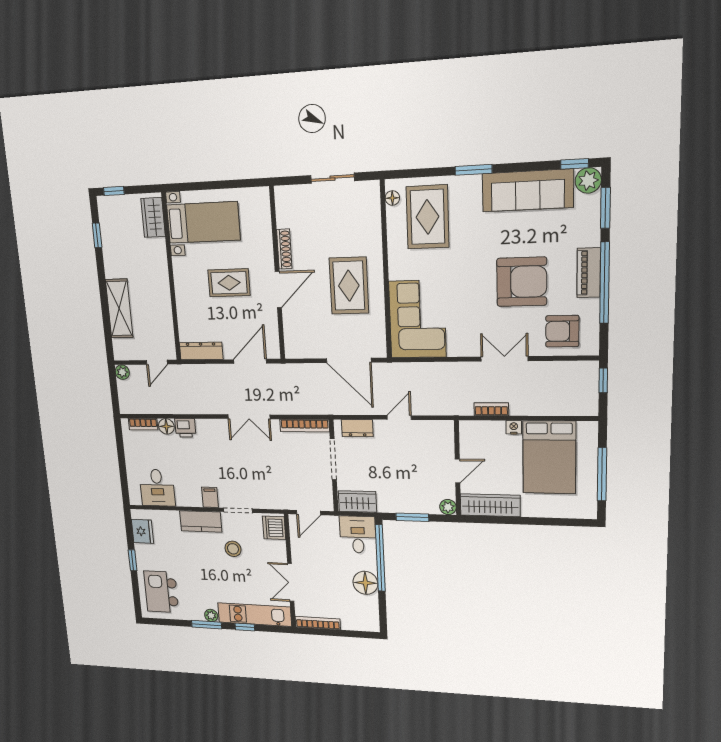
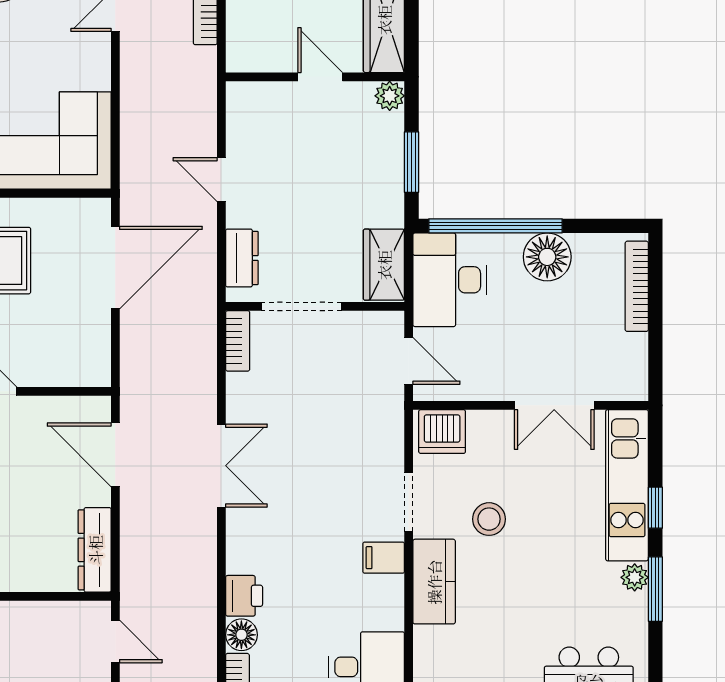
bookcase: (305, 426) -> (238, 341), width x0.64
desk: (358, 535) -> (450, 280), width x1.37
bookcase: (318, 623) -> (637, 286), moved

